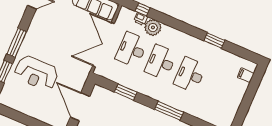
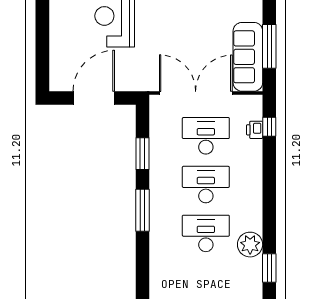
plant: (153, 27) -> (250, 245), moved
window: (214, 40) -> (269, 268), moved
window: (169, 111) -> (142, 210), moved

